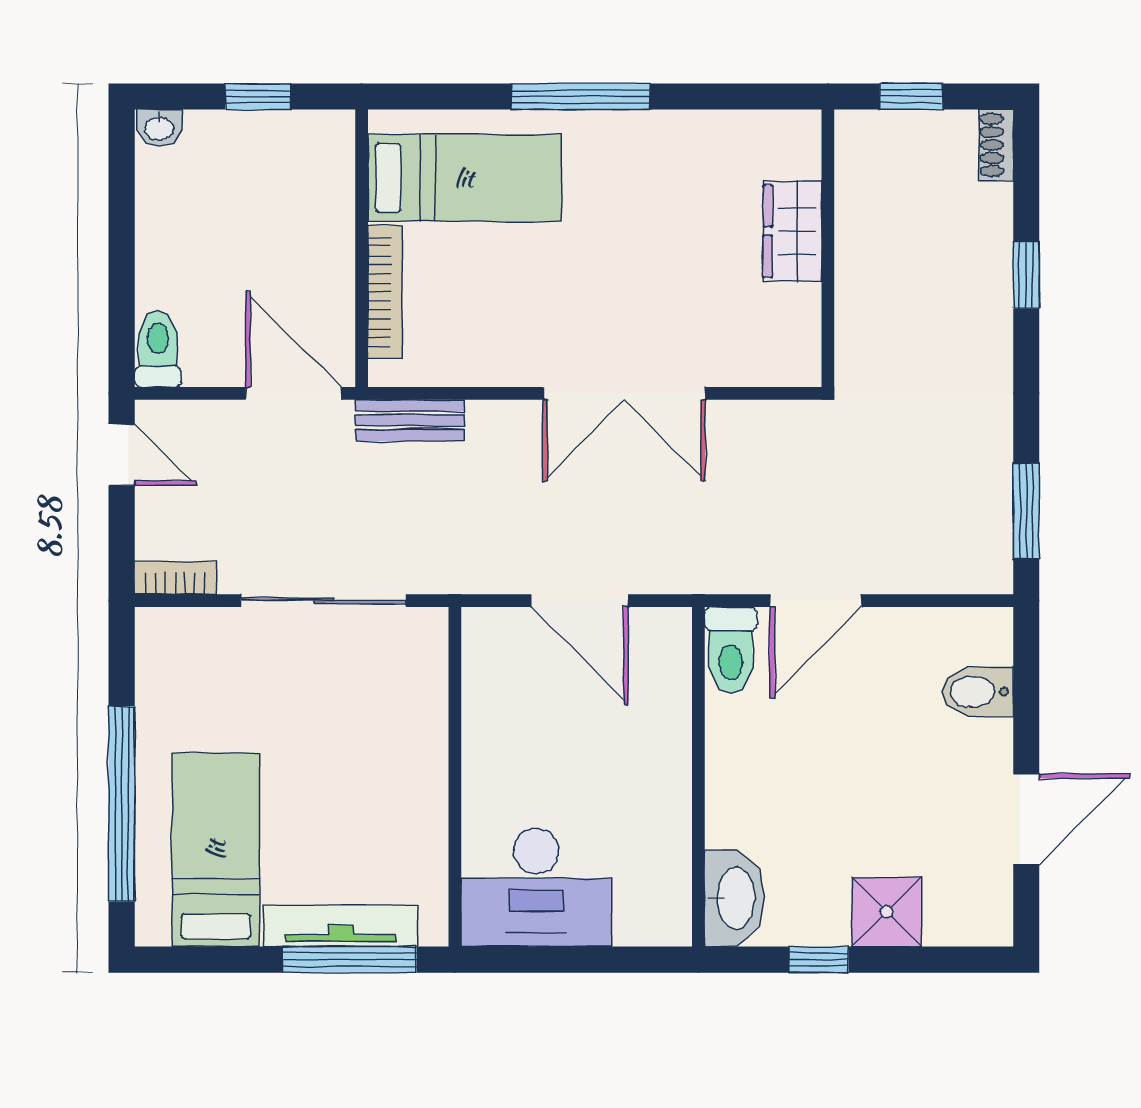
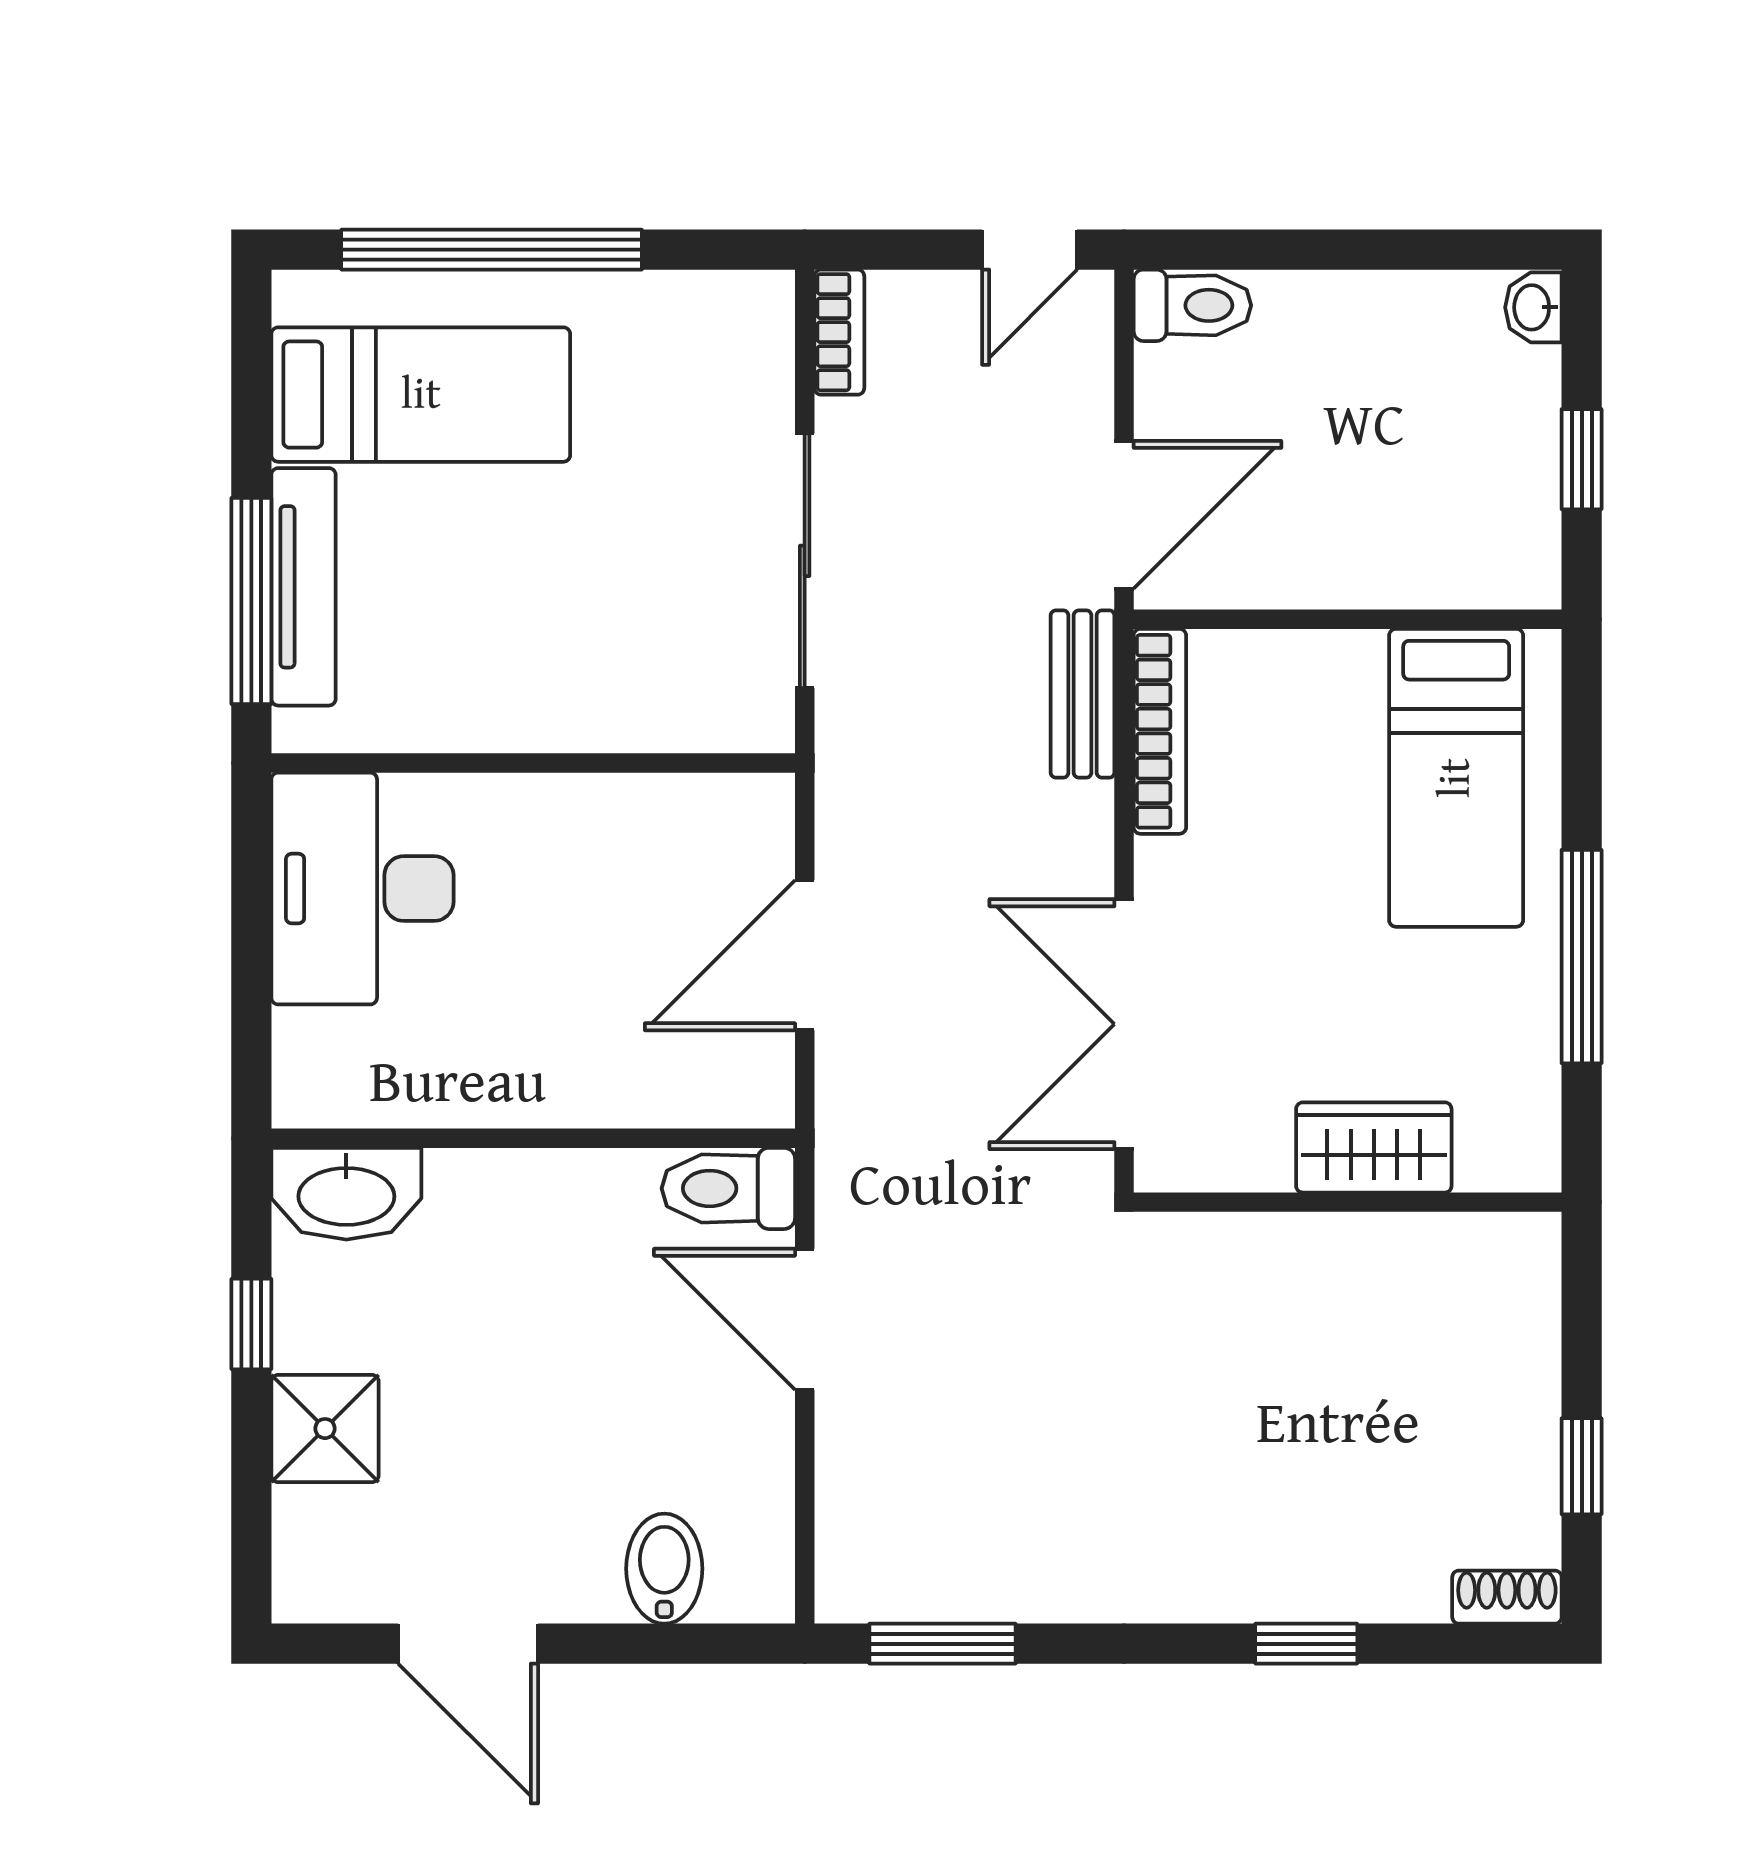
wardrobe: (792, 231) -> (1374, 1147), moved
wall: (828, 248) -> (1348, 1202), moved
bookcase: (385, 292) -> (1160, 731), moved, turned -90

